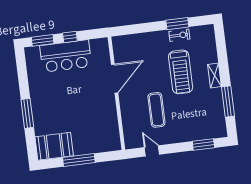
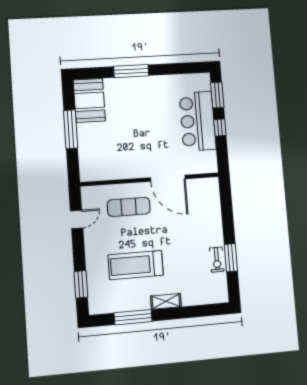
treadmill: (181, 72) -> (136, 265), moved
exercise mat: (156, 110) -> (129, 207), moved

